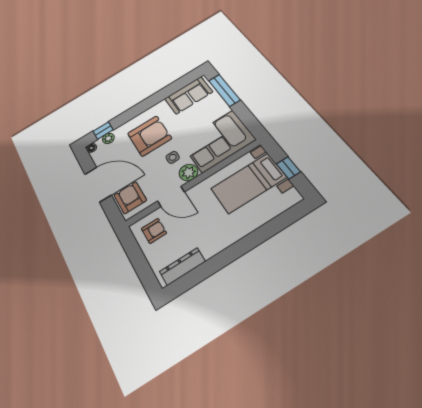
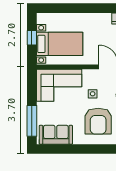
armchair: (149, 136) -> (98, 121), turned -90
plant: (189, 172) -> (89, 76), removed

